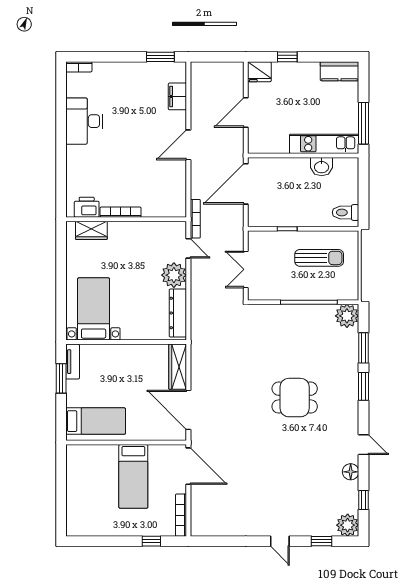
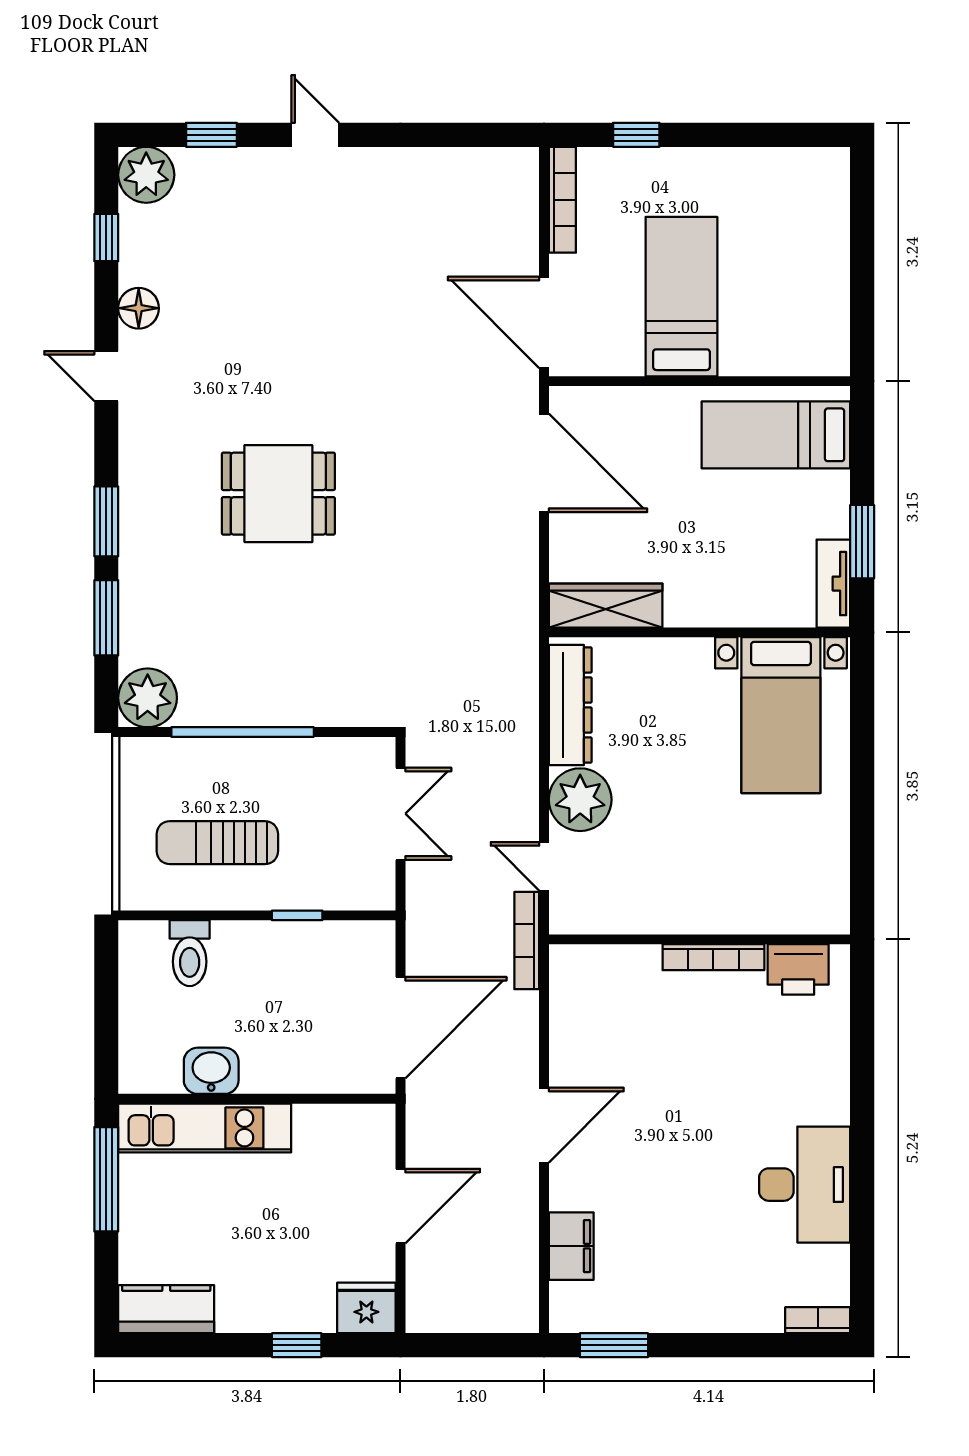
toilet: (346, 212) -> (190, 953), moved, turned 90
wardrobe: (91, 230) -> (786, 912), removed
wardrobe: (178, 367) -> (606, 606), moved, turned -90

